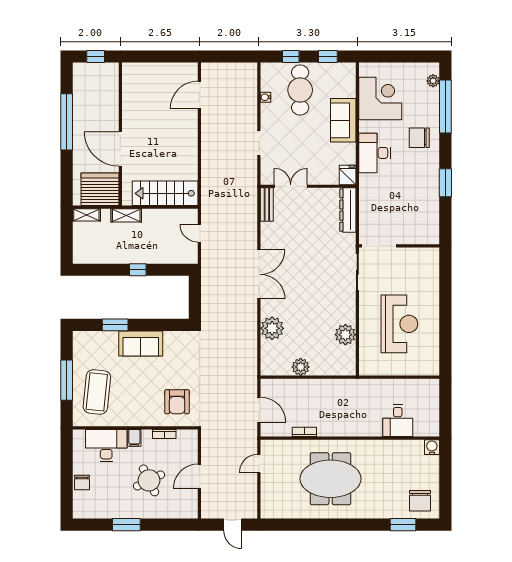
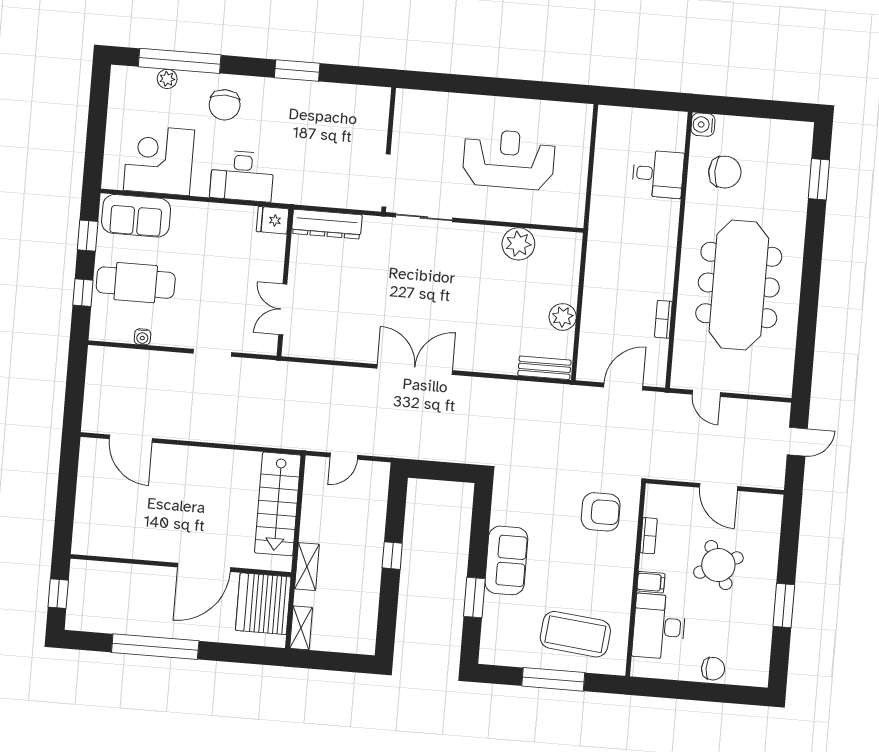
plant: (433, 81) -> (167, 79), moved
sofa: (343, 120) -> (136, 216), moved
bench: (267, 205) -> (544, 368), moved
plant: (272, 328) -> (499, 356), removed
meeting table: (331, 479) -> (739, 285), width x1.36
chair: (420, 501) -> (725, 172), moved

